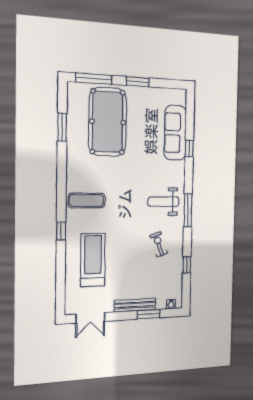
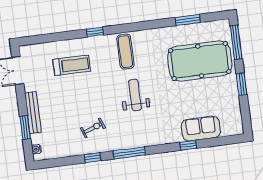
sofa: (175, 133) -> (201, 129), width x0.73
weight bench: (164, 202) -> (135, 95), moved
treadmill: (93, 260) -> (72, 65), width x0.73, depth x0.73
window: (187, 265) -> (93, 158), moved

